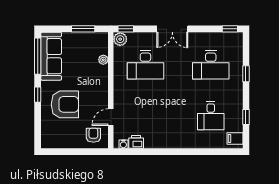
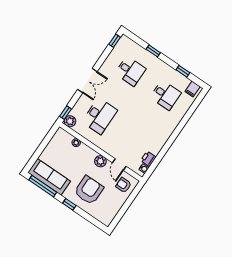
window: (83, 29) -> (45, 142), removed
desk: (211, 65) -> (130, 71), width x0.73
plant: (101, 96) -> (100, 161), added

